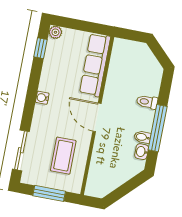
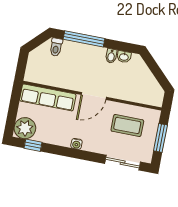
plant: (55, 32) -> (25, 128), width x1.88, depth x1.88
toilet: (147, 102) -> (56, 47), moved
window: (158, 128) -> (84, 39), moved

